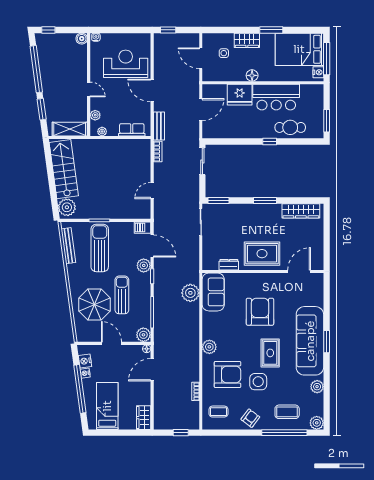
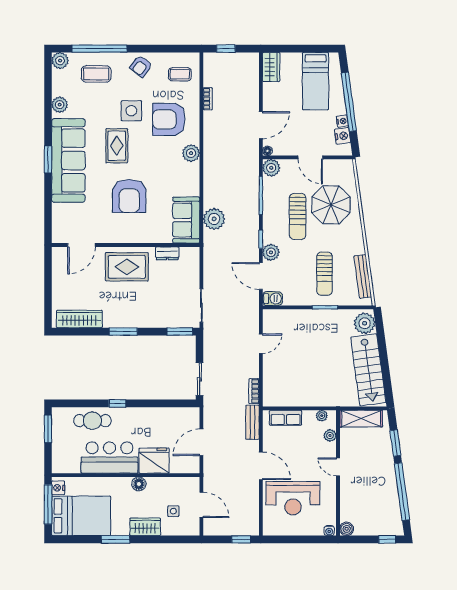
sun lounger: (100, 248) -> (325, 274), width x0.73, depth x0.75

